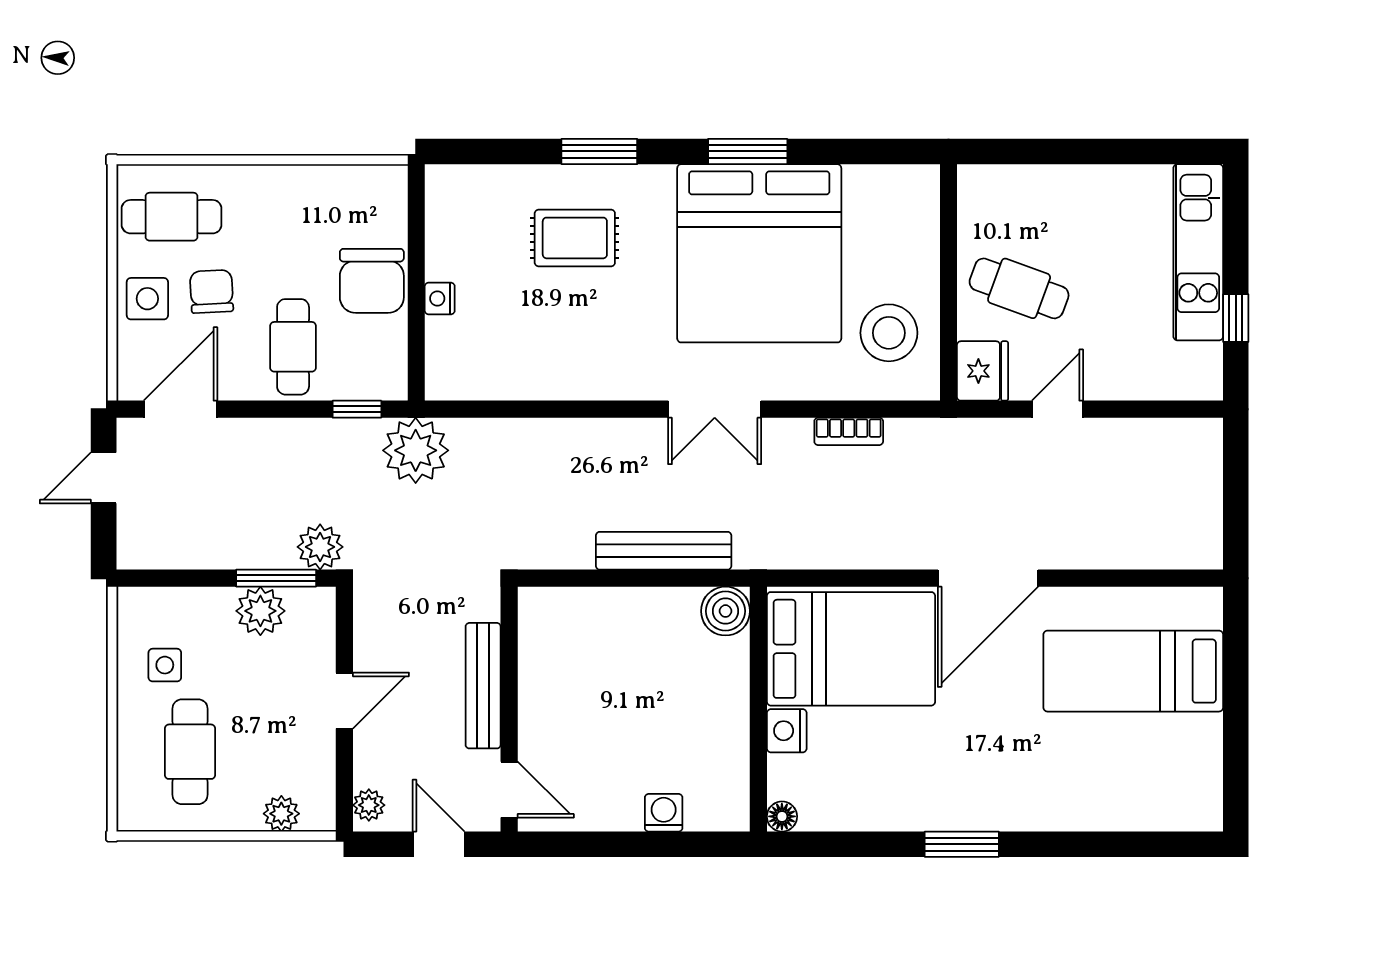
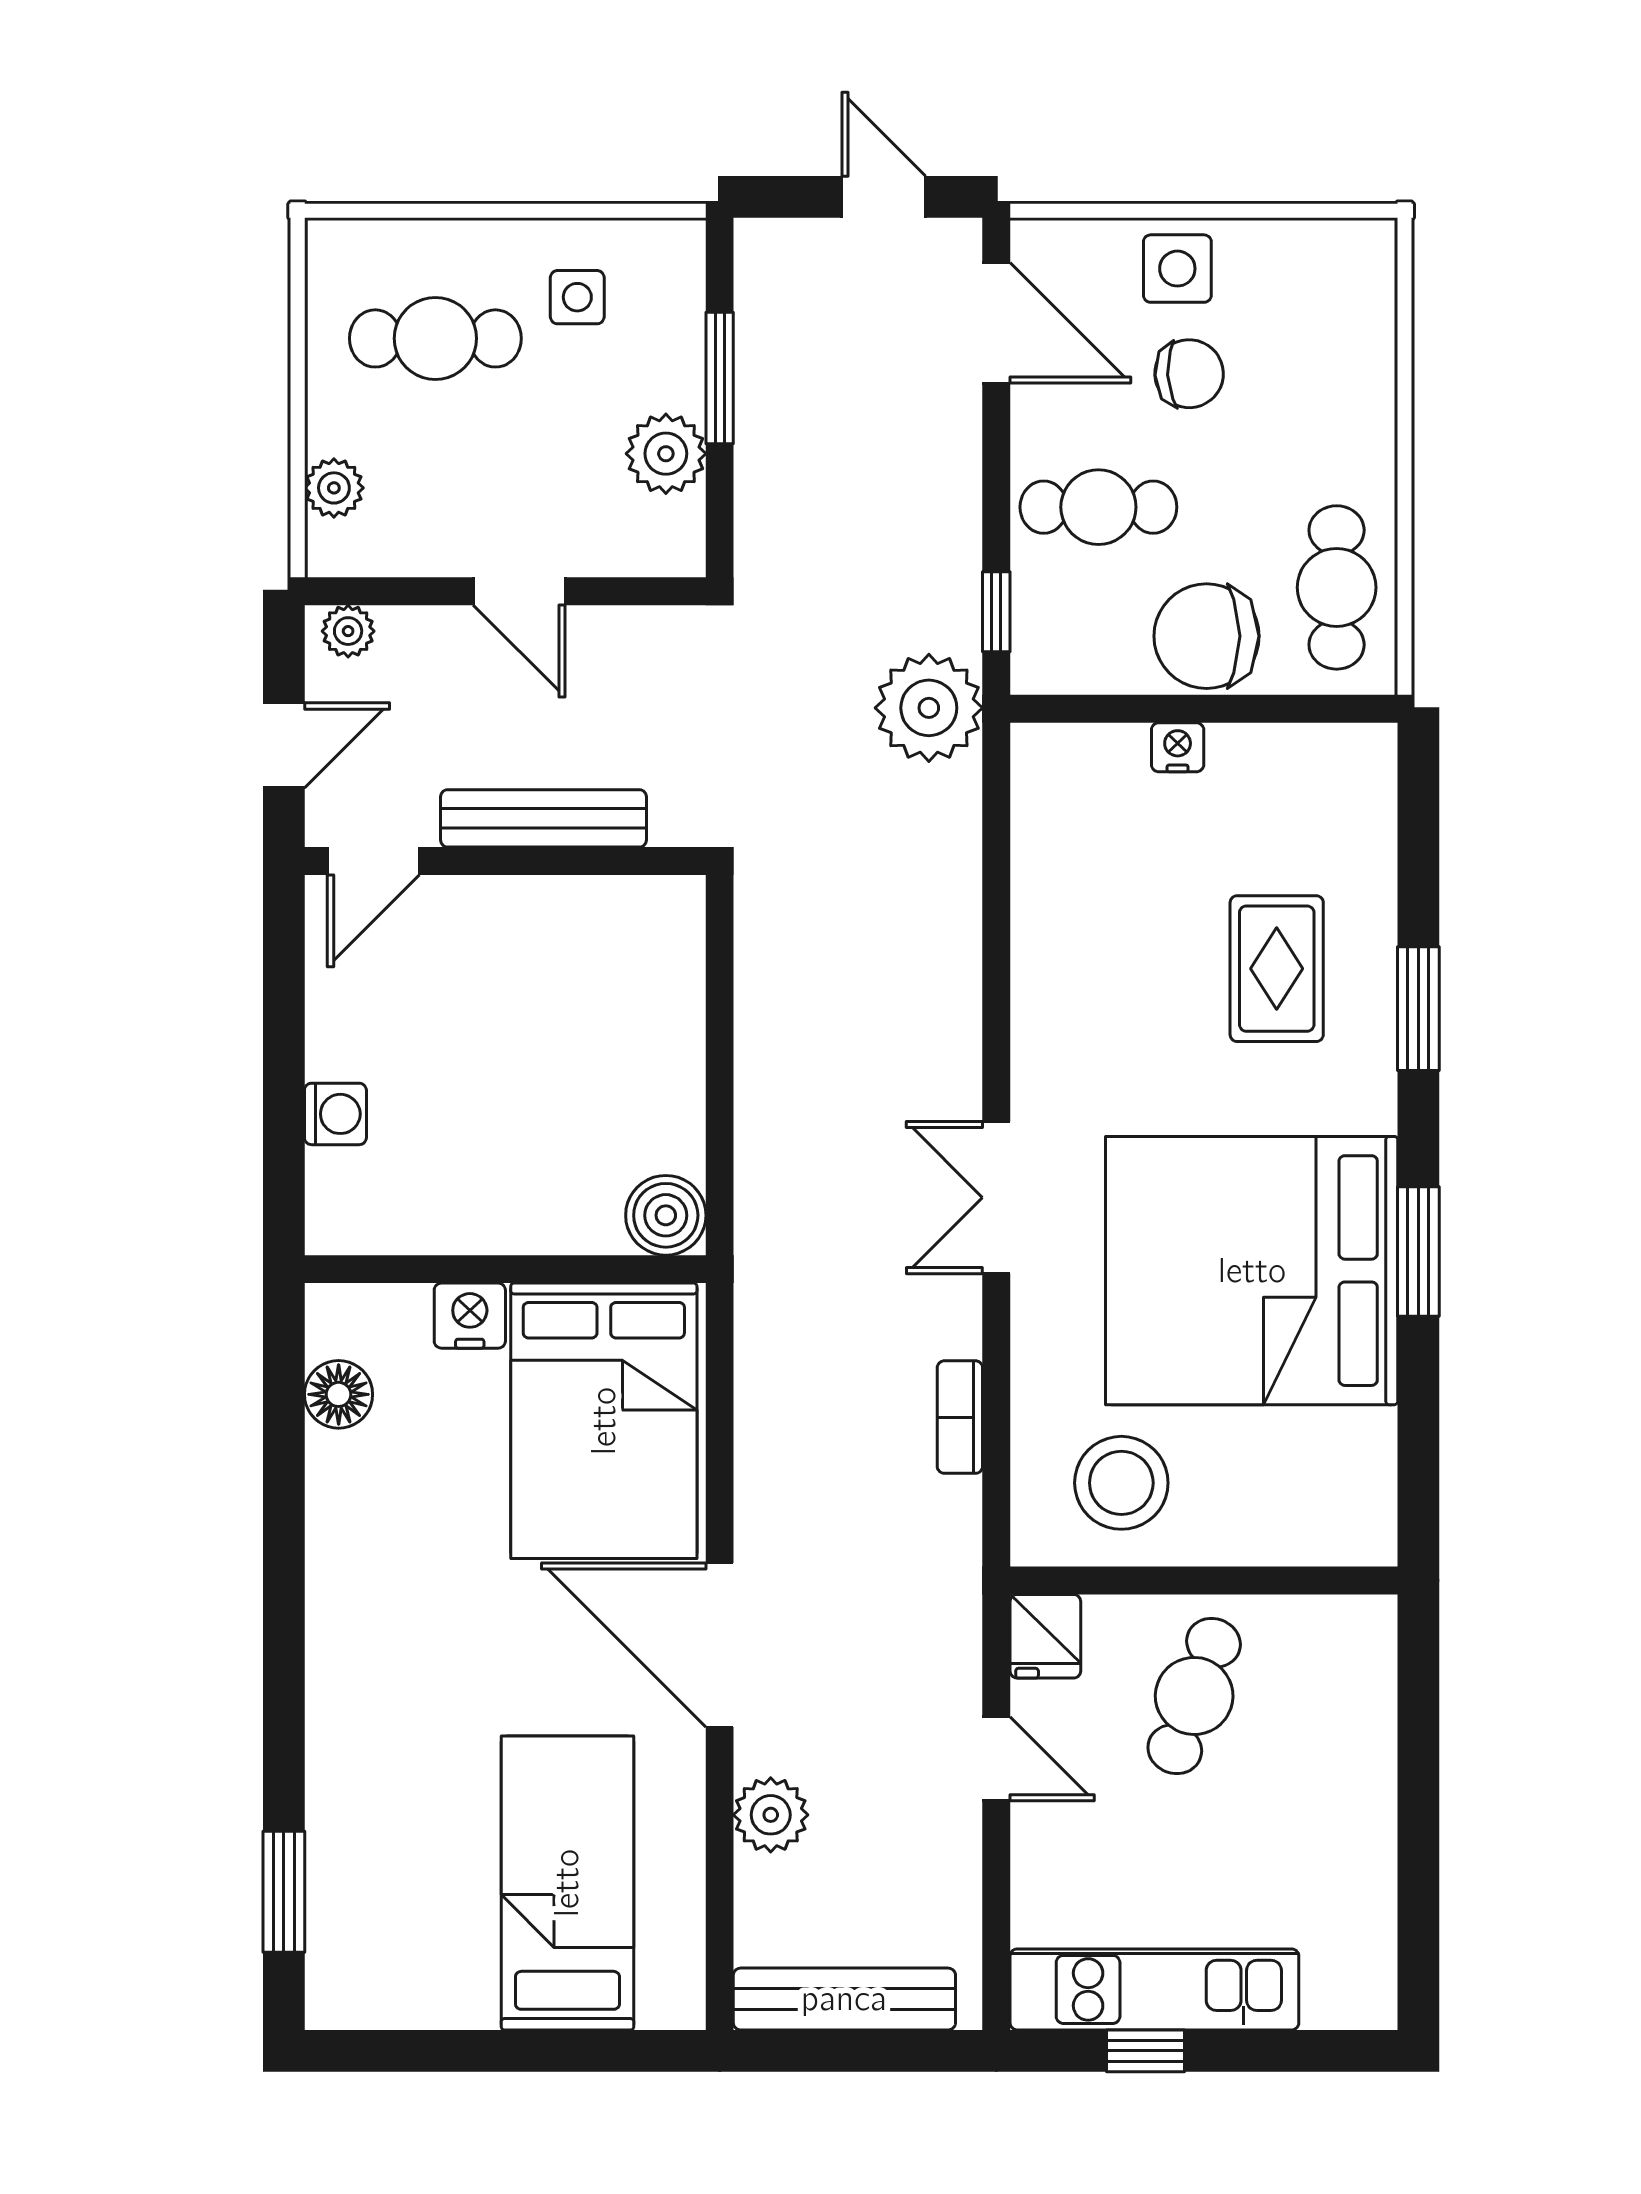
cafe table: (172, 217) -> (1337, 587), moved
kitchen unit: (1198, 252) -> (1154, 1989), moved
fridge: (983, 371) -> (1045, 1636), width x0.72
plant: (320, 547) -> (771, 1815), moved
bench: (664, 551) -> (844, 1999), moved, turned 90
window: (276, 578) -> (720, 378), moved
floor lamp: (782, 816) -> (339, 1394), moved, width x1.37, depth x1.37
window: (962, 844) -> (284, 1892), moved

